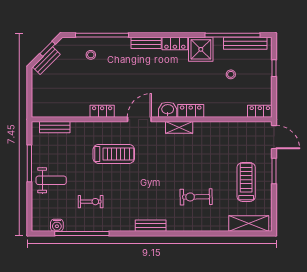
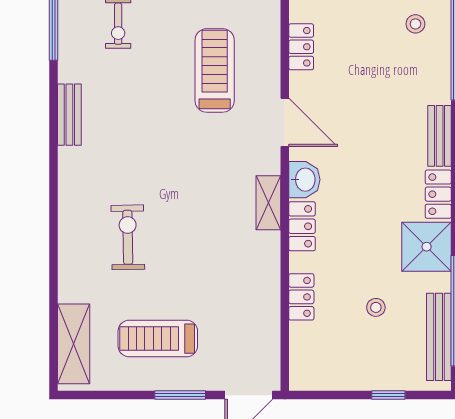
locker: (260, 111) -> (301, 297), moved
treadmill: (114, 154) -> (215, 70), turned 180
treadmill: (246, 182) -> (158, 339), turned 180
bench: (151, 226) -> (69, 115), moved

